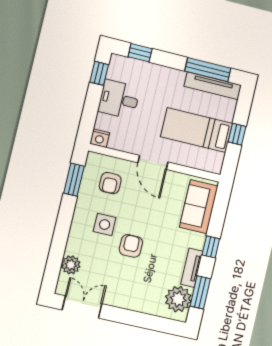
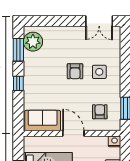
sofa: (199, 207) -> (43, 121), moved, turned -90
side table: (105, 225) -> (99, 72), moved
plant: (71, 265) -> (114, 49), removed
tv unit: (192, 268) -> (28, 66), removed

